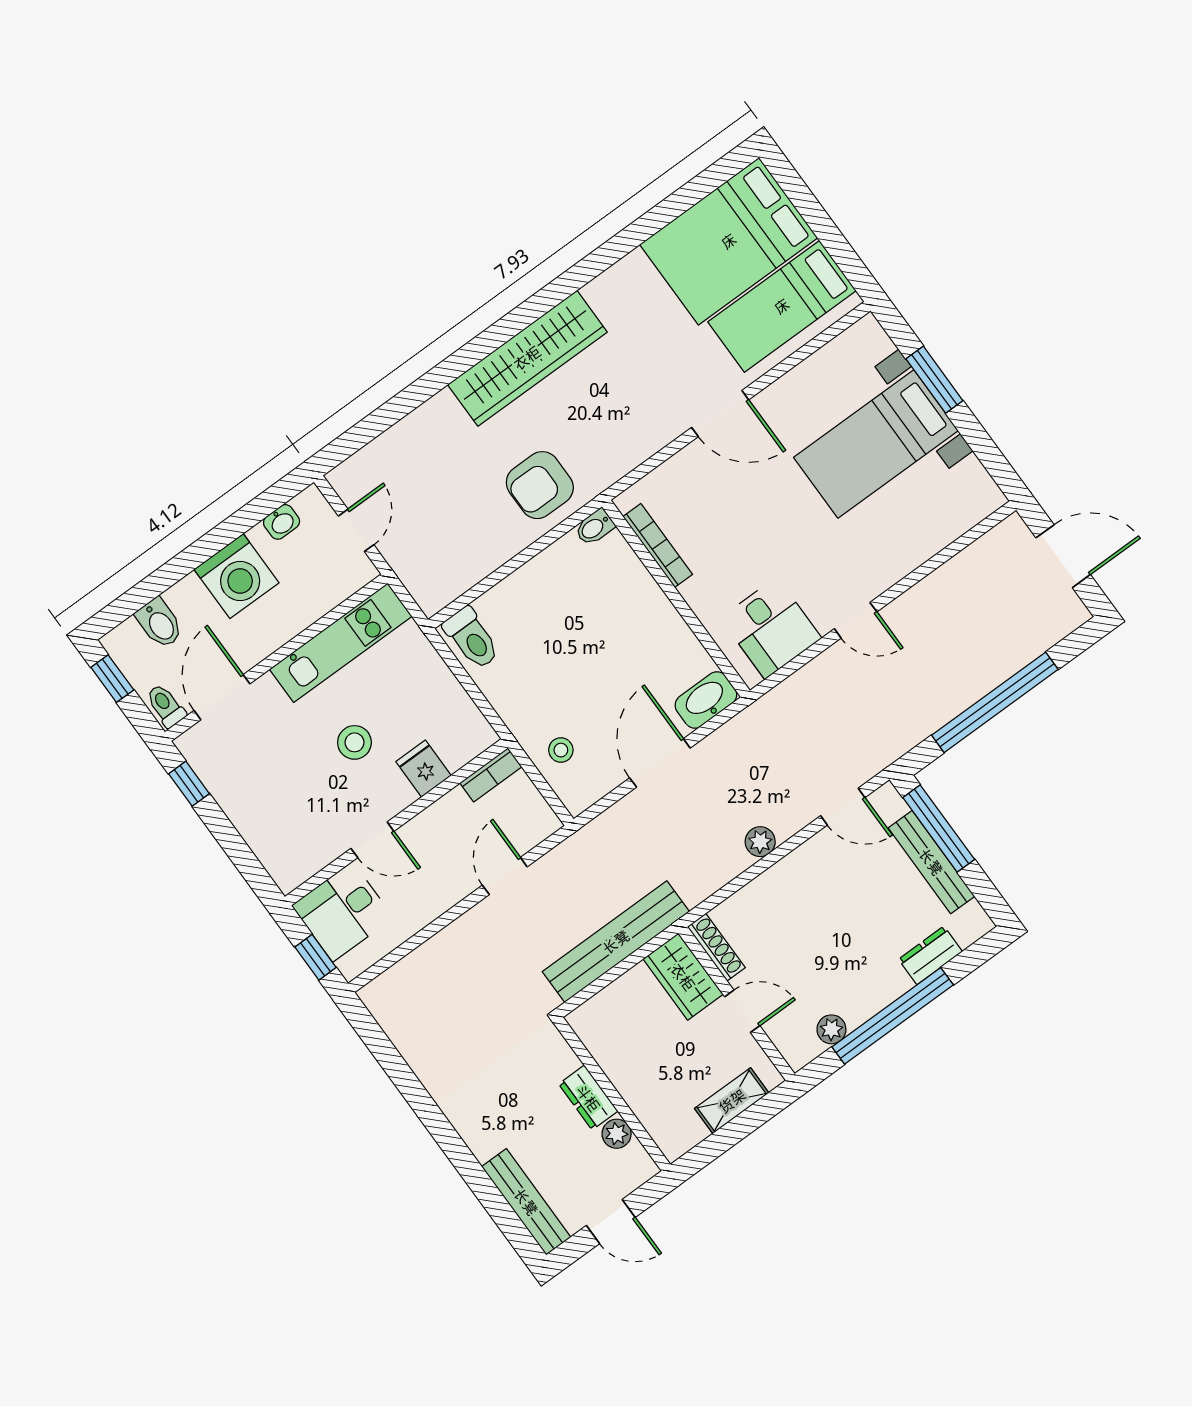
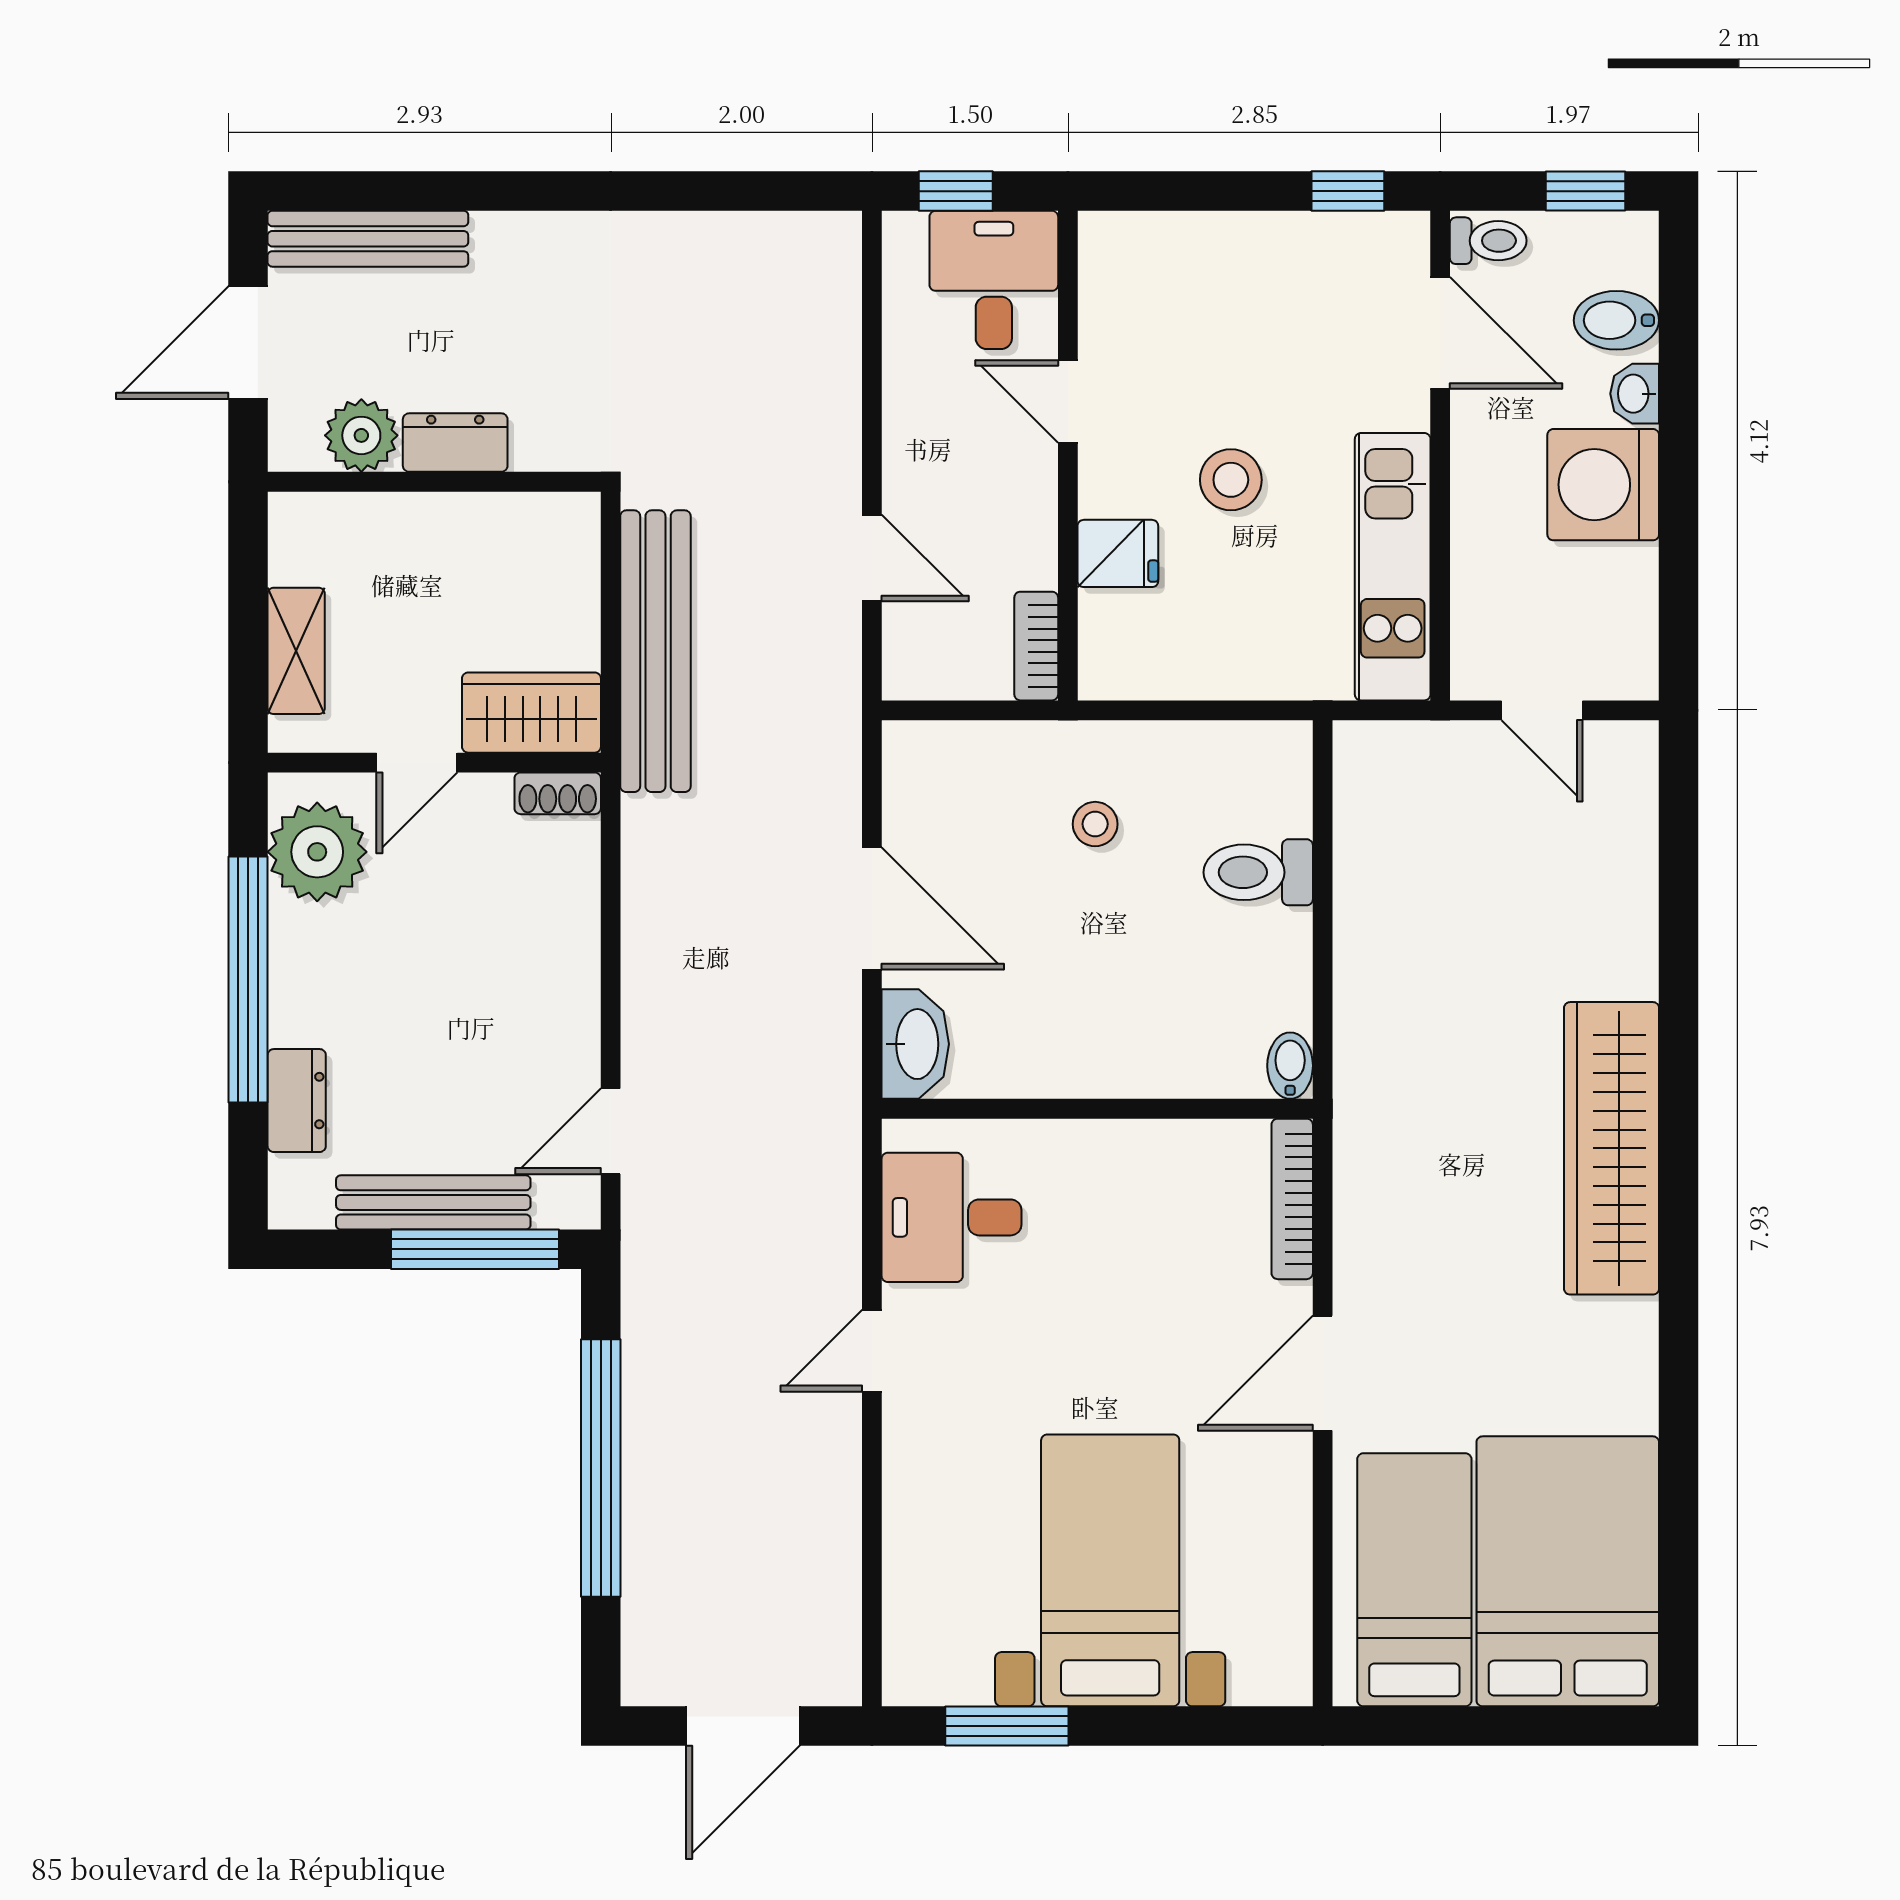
window: (934, 380) -> (1007, 1726), moved
armchair: (540, 485) -> (1411, 1030), removed
washbasin: (282, 522) -> (1635, 394), moved
bookcase: (658, 545) -> (1292, 1199), moved, turned 90
toilet: (472, 638) -> (1258, 872), moved
stool: (561, 750) -> (1095, 824), moved
door: (372, 840) -> (1068, 401), hinge flipped
plant: (760, 842) -> (648, 972), removed
shoe rack: (716, 947) -> (558, 793), width x0.70
plant: (831, 1029) -> (317, 852), width x1.88, depth x1.88
plant: (617, 1134) -> (361, 435), width x1.38, depth x1.38
door: (611, 1221) -> (248, 343), width x1.38

